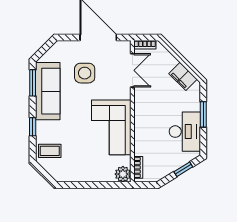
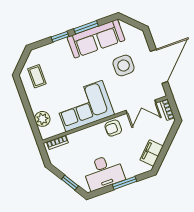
window: (33, 83) -> (86, 27), moved
armchair: (144, 106) -> (113, 128), added
coffee table: (50, 151) -> (37, 76), moved
plant: (123, 174) -> (42, 119), moved

